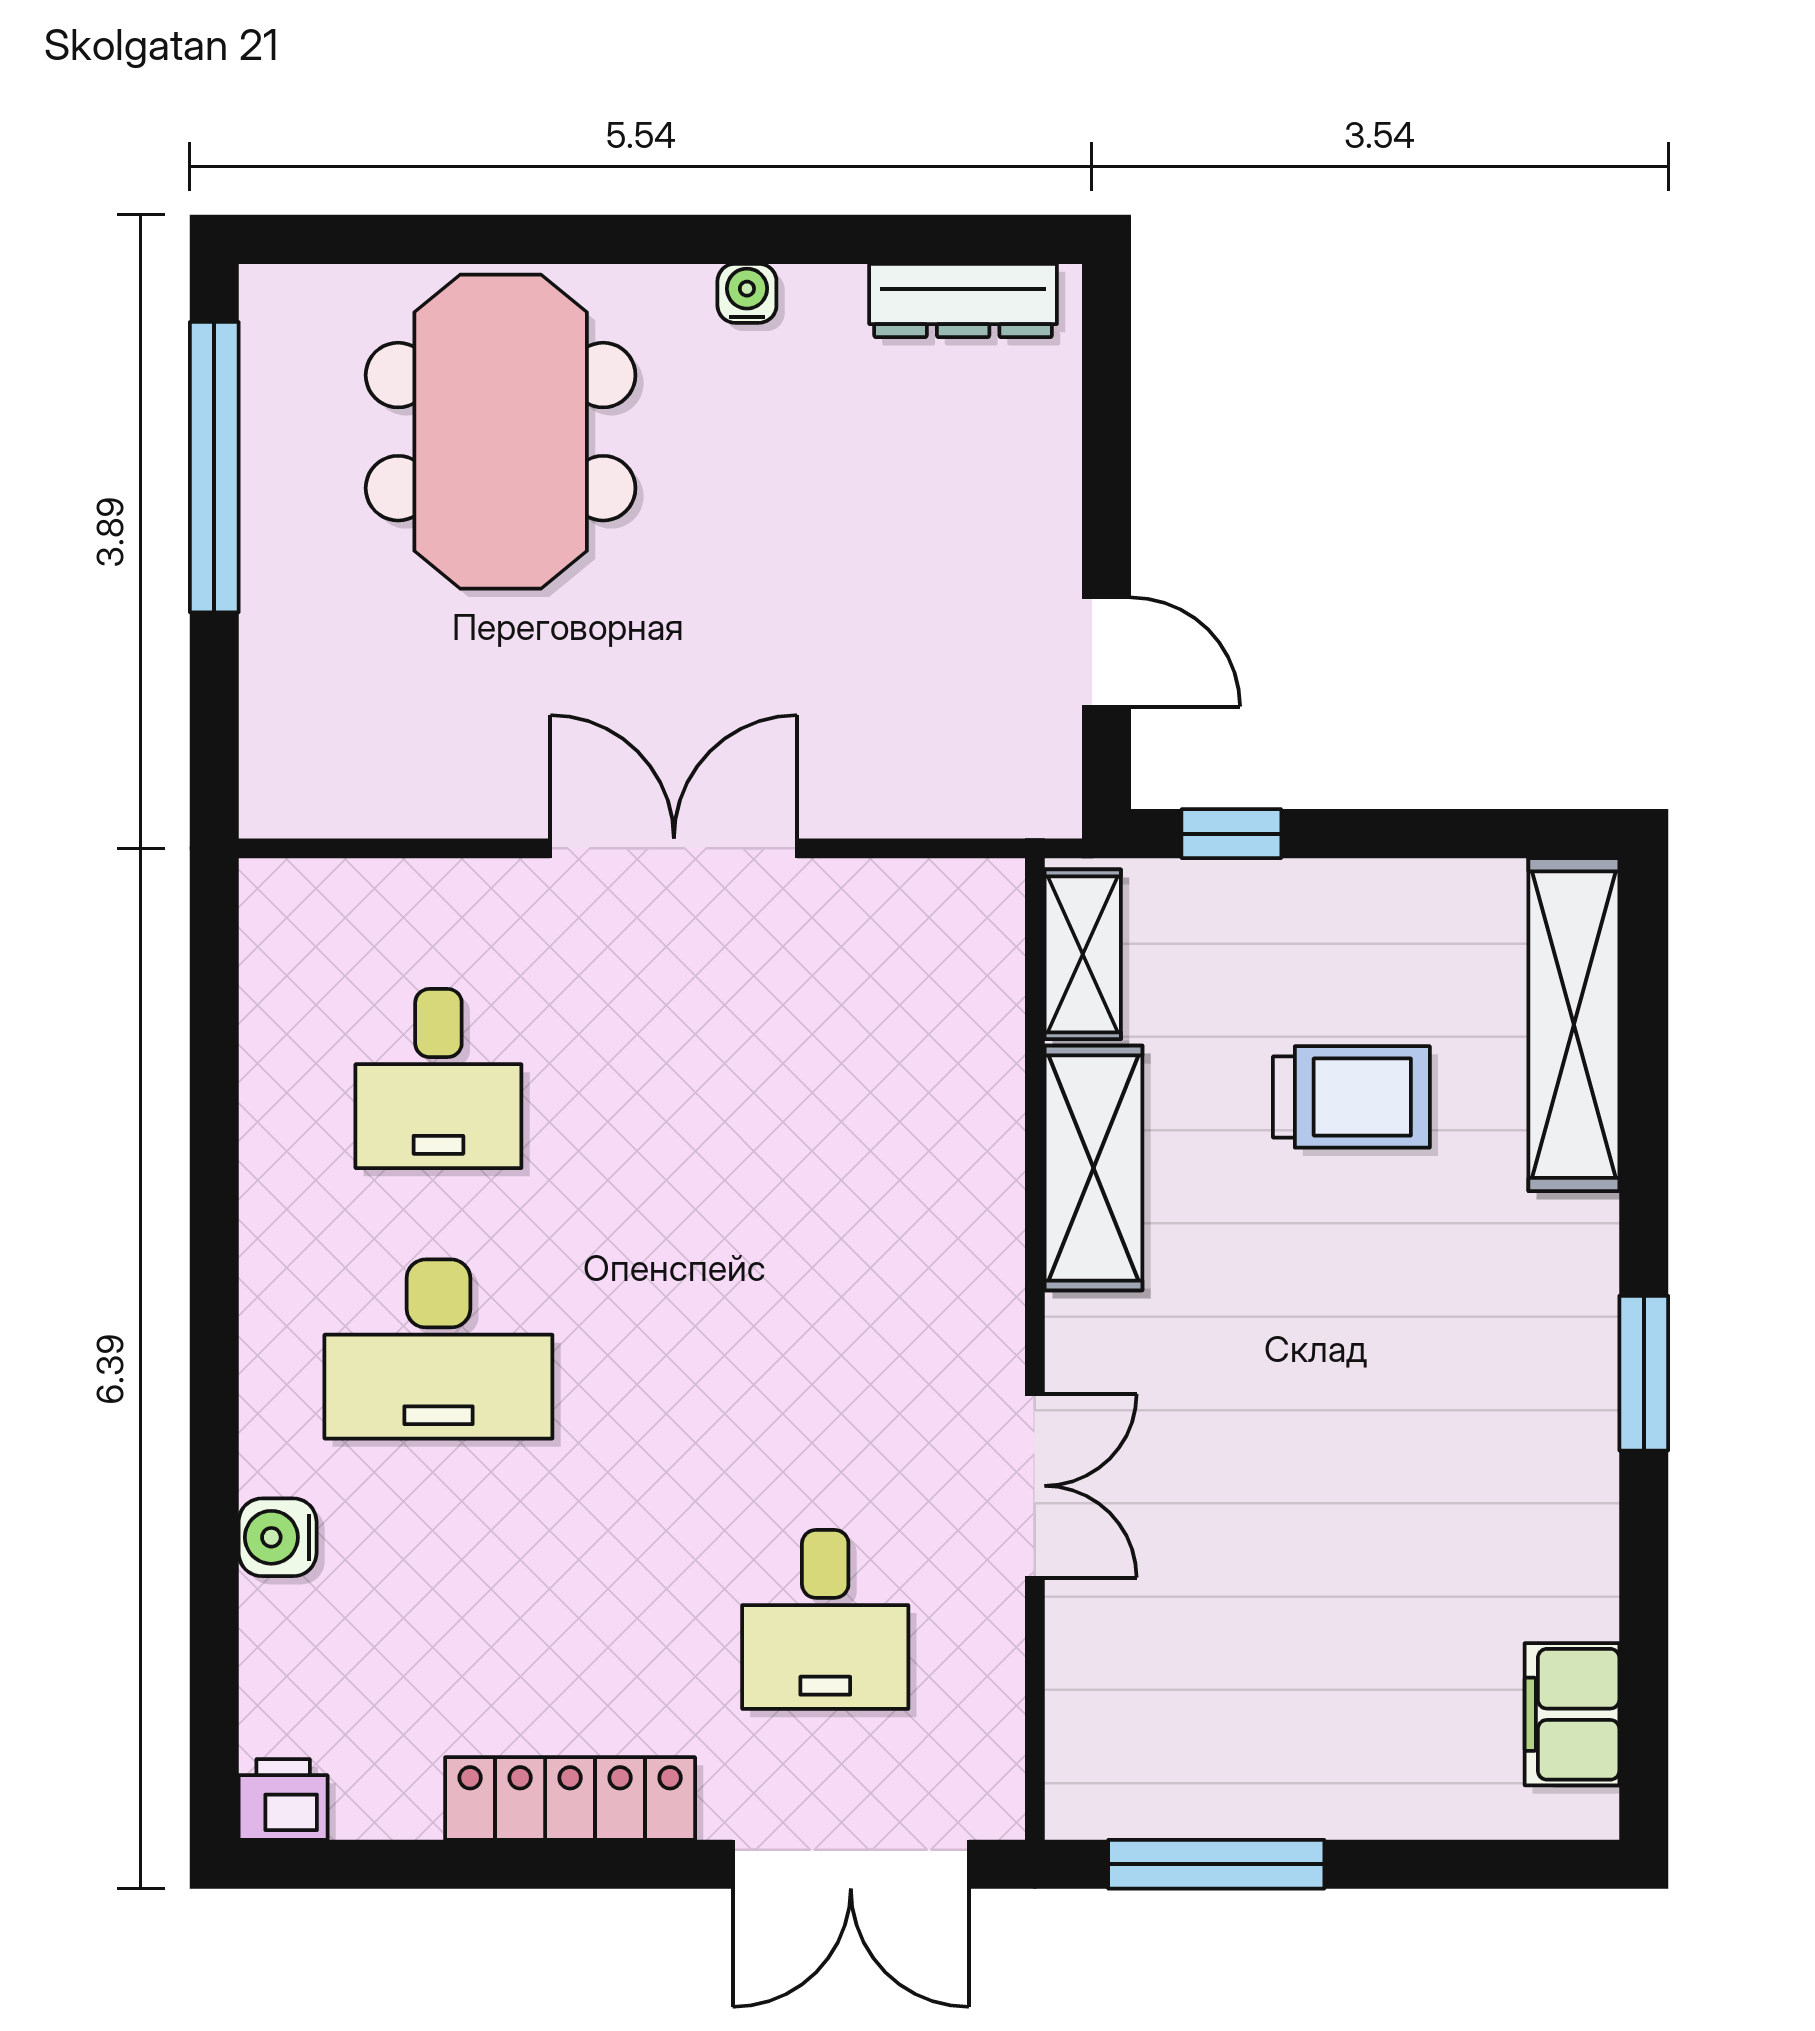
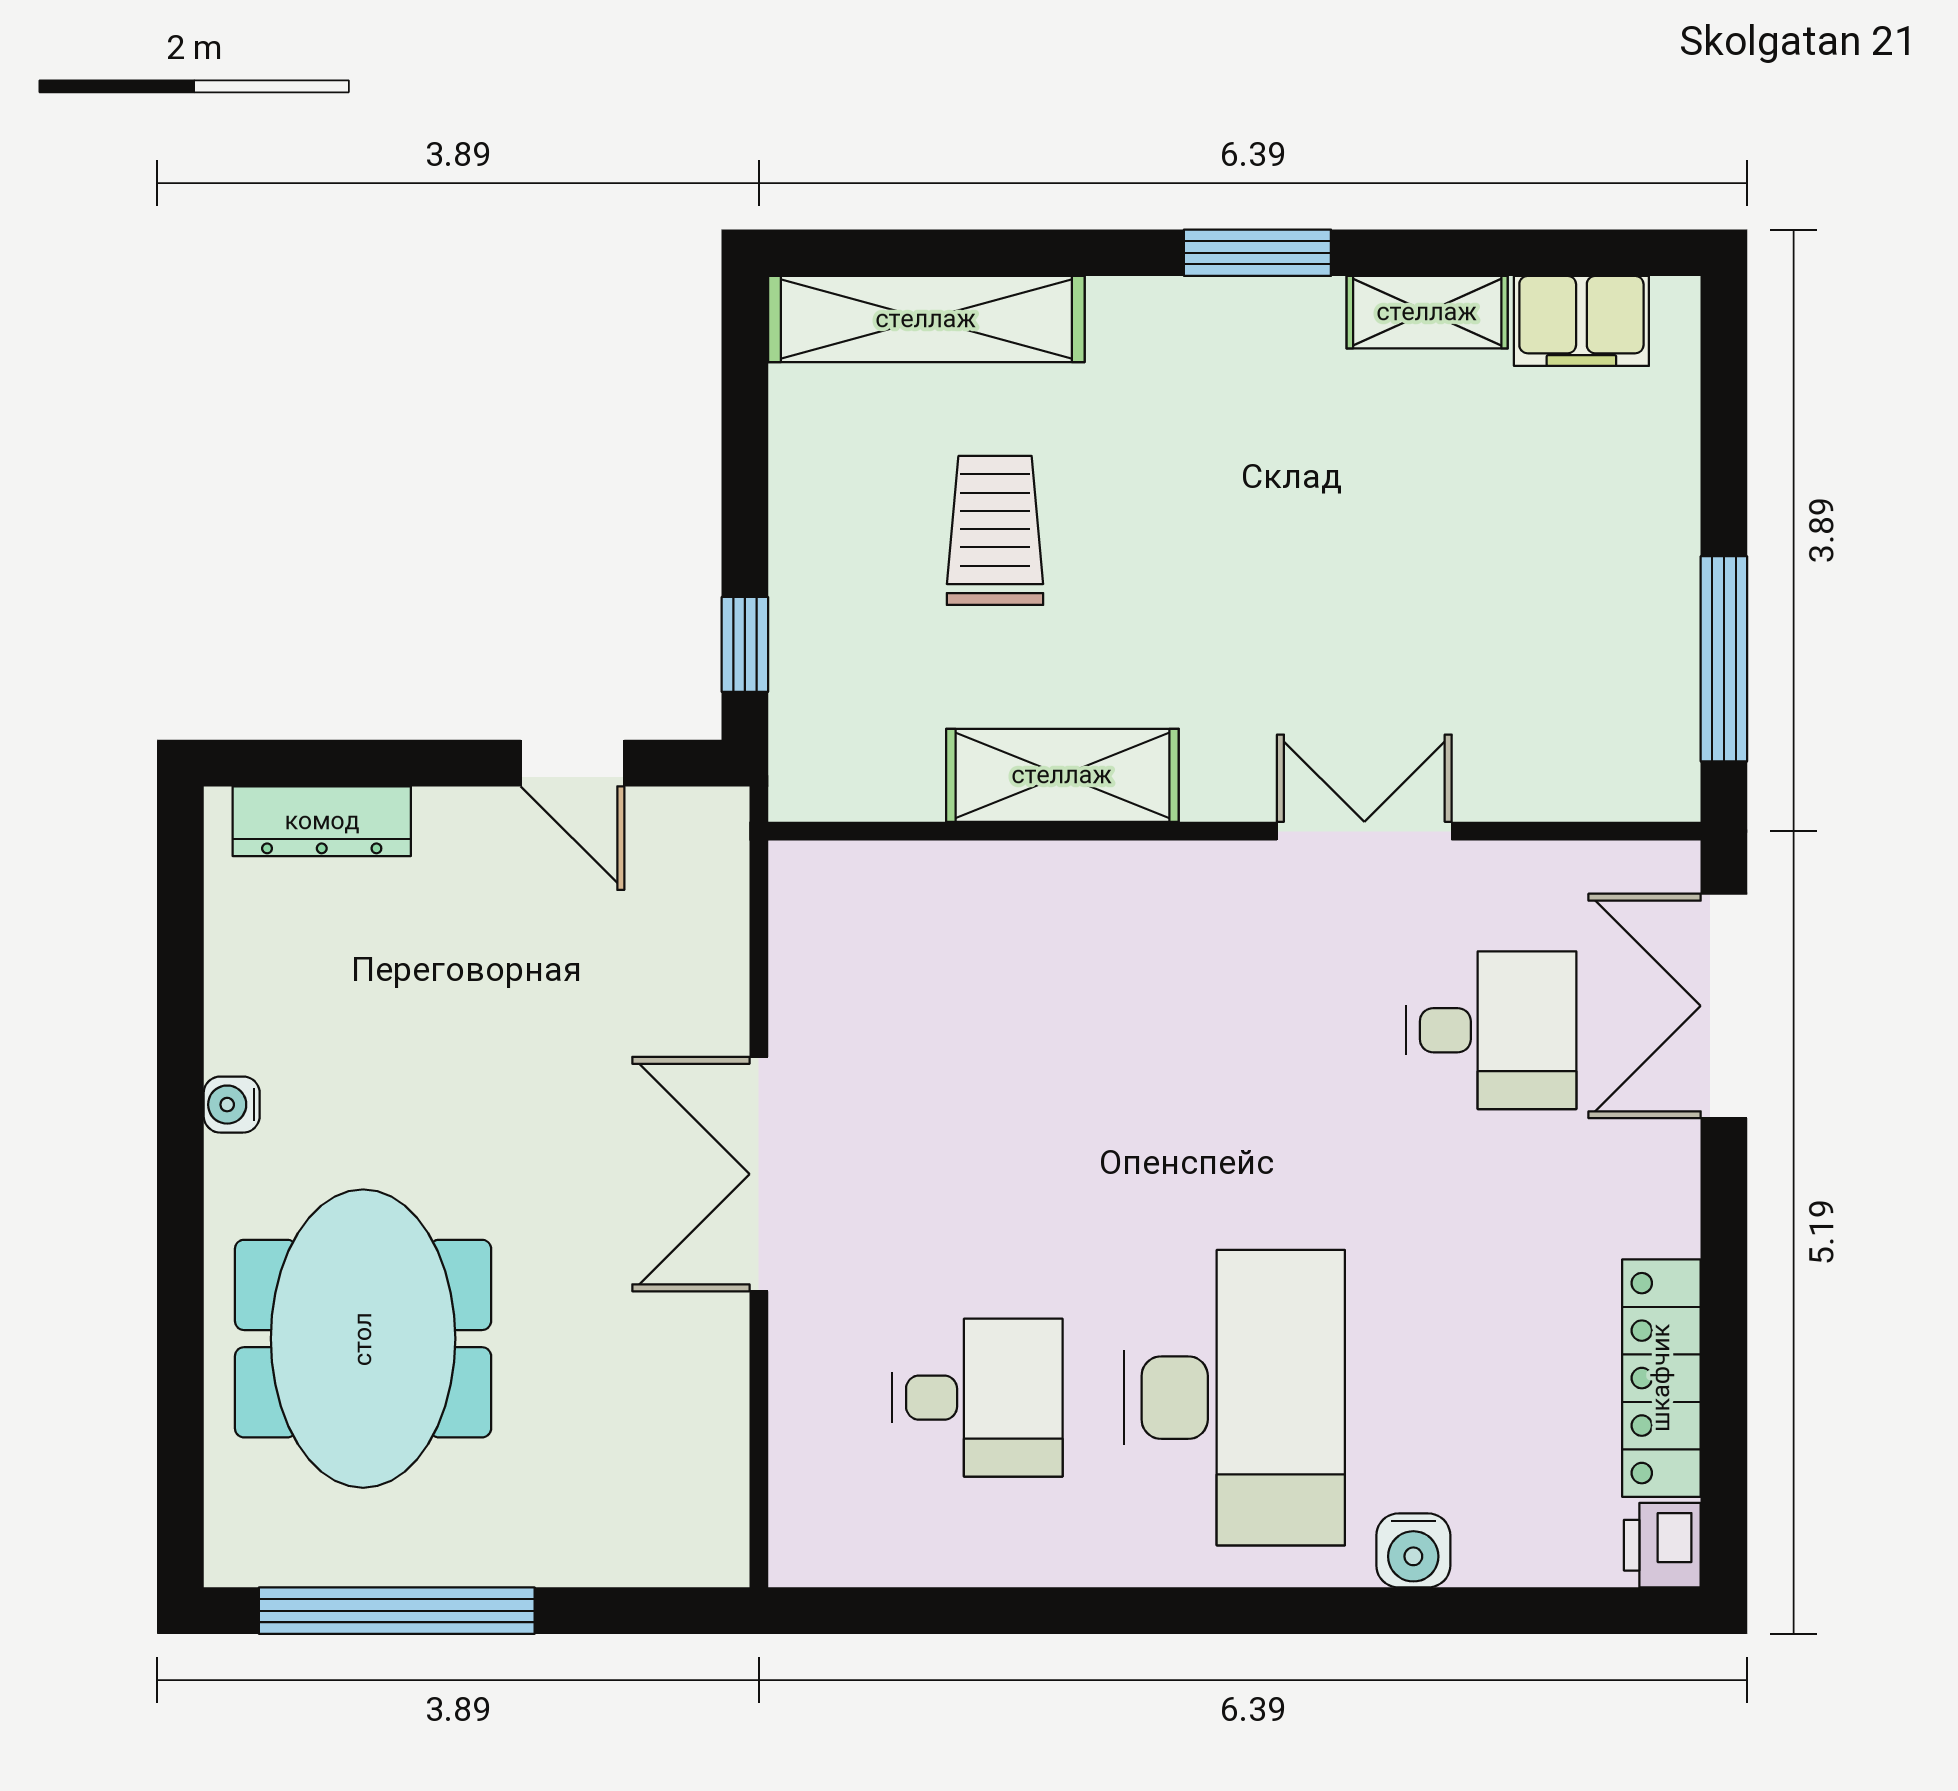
dresser: (963, 301) -> (322, 821), moved, turned 90
meeting table: (501, 432) -> (363, 1339), turned 90
door: (1106, 652) -> (572, 763), swing flipped
shelving: (1083, 954) -> (1427, 312), moved
desk: (438, 1349) -> (1234, 1398), width x1.36, depth x1.30
locker: (570, 1798) -> (1661, 1378), moved
double door: (851, 1864) -> (1724, 1006), swing flipped

